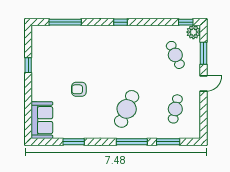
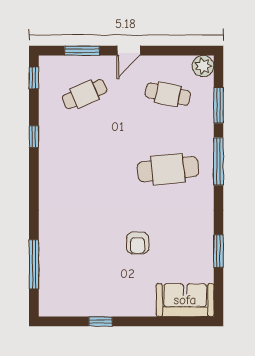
window: (121, 22) -> (34, 137), moved
plant: (193, 32) -> (203, 66), moved
door: (203, 84) -> (129, 51), swing flipped
cafe table: (127, 109) -> (168, 169), turned -30

